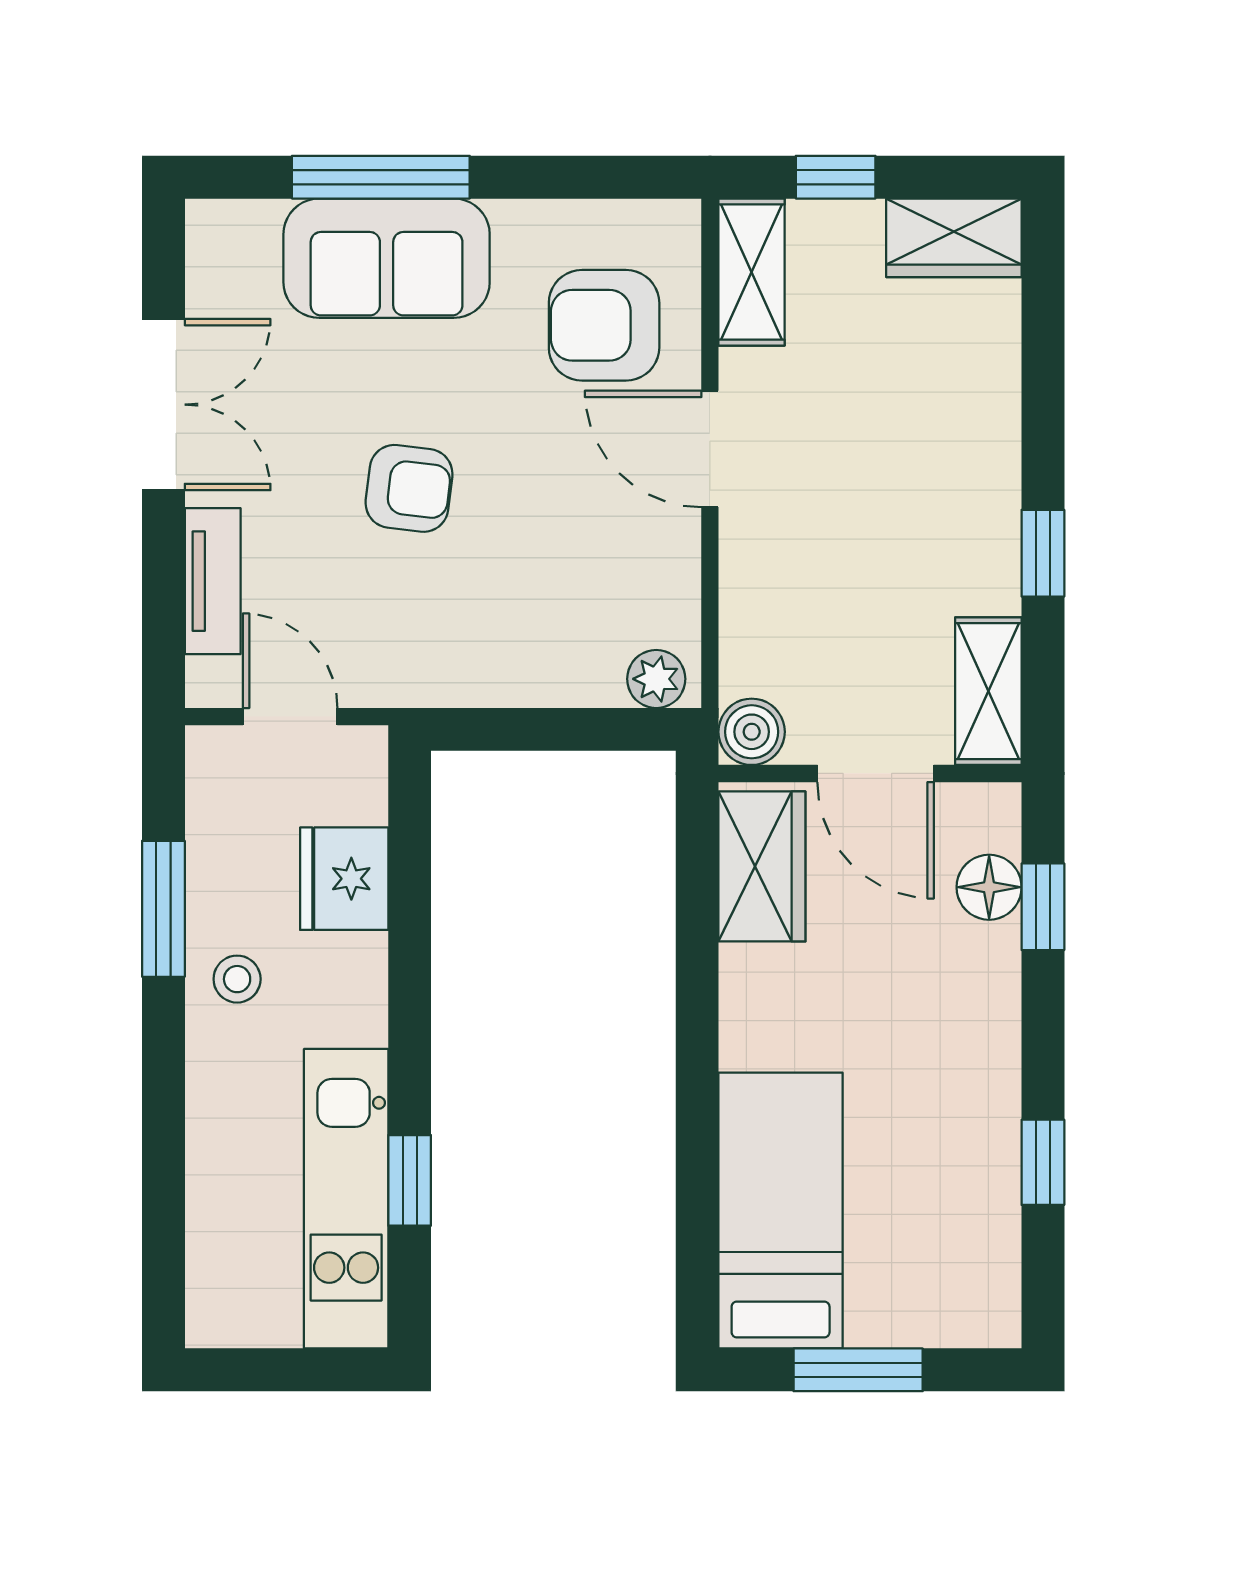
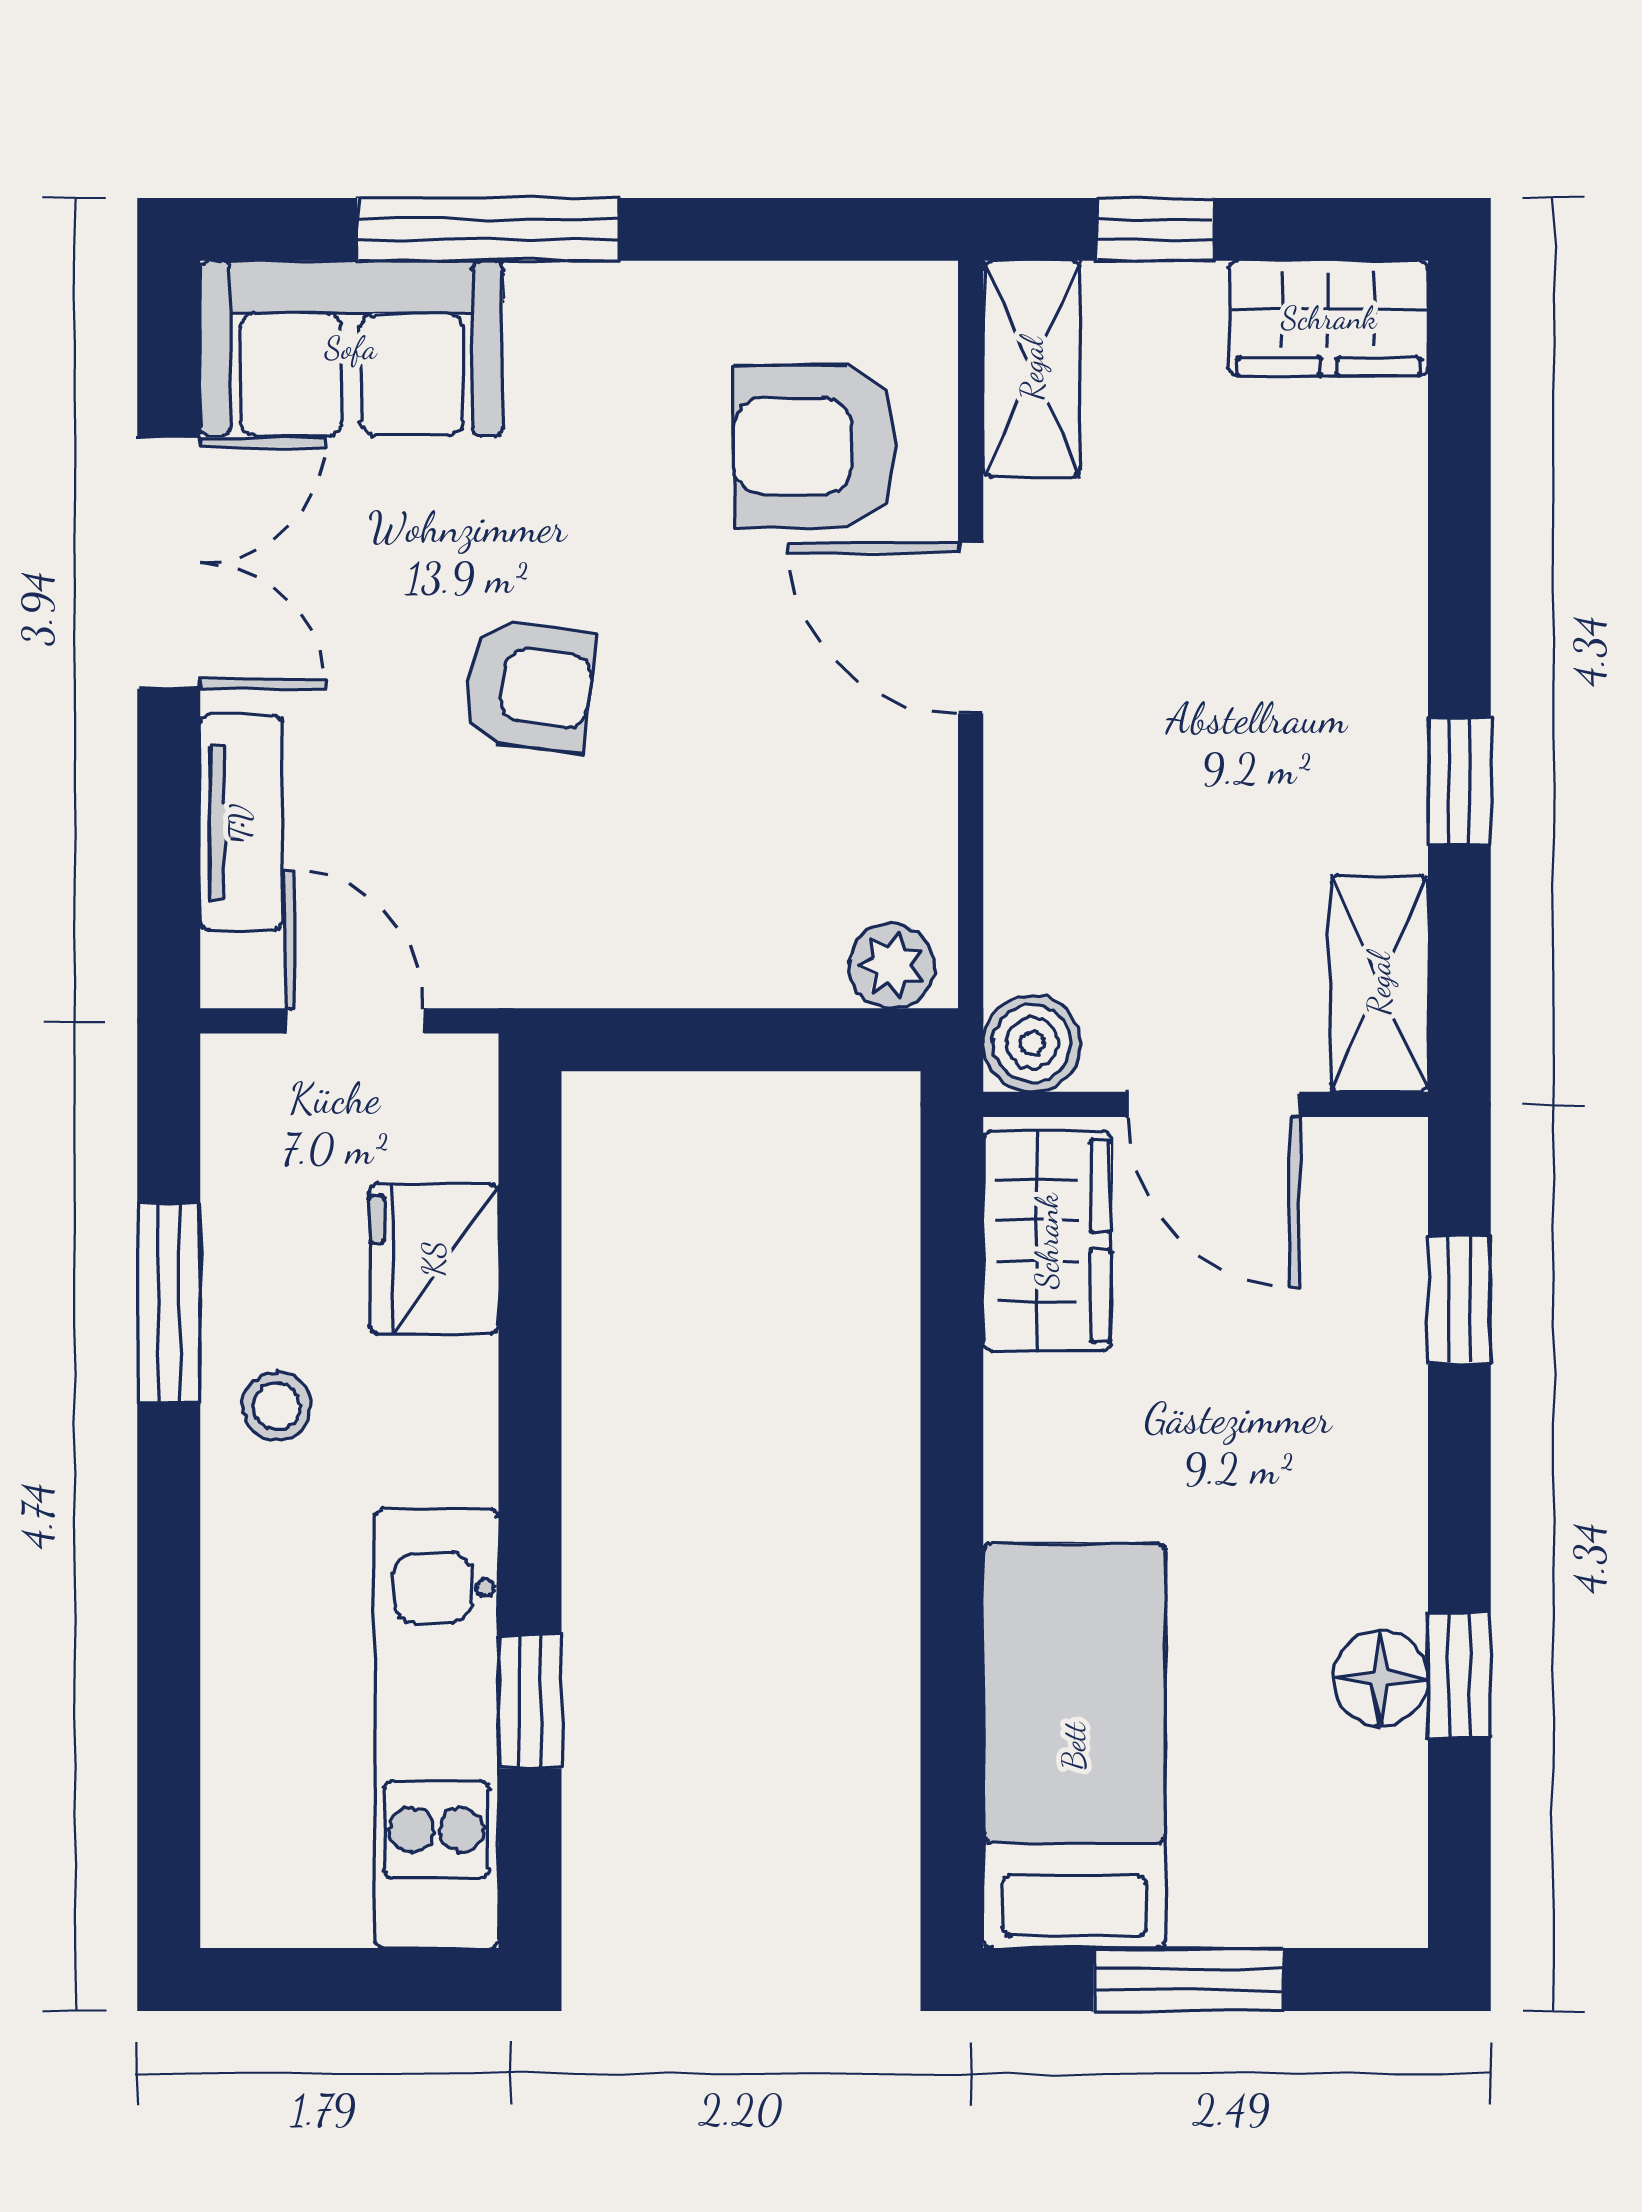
sofa: (387, 258) -> (351, 348), moved
floor lamp: (989, 887) -> (1380, 1678), moved

